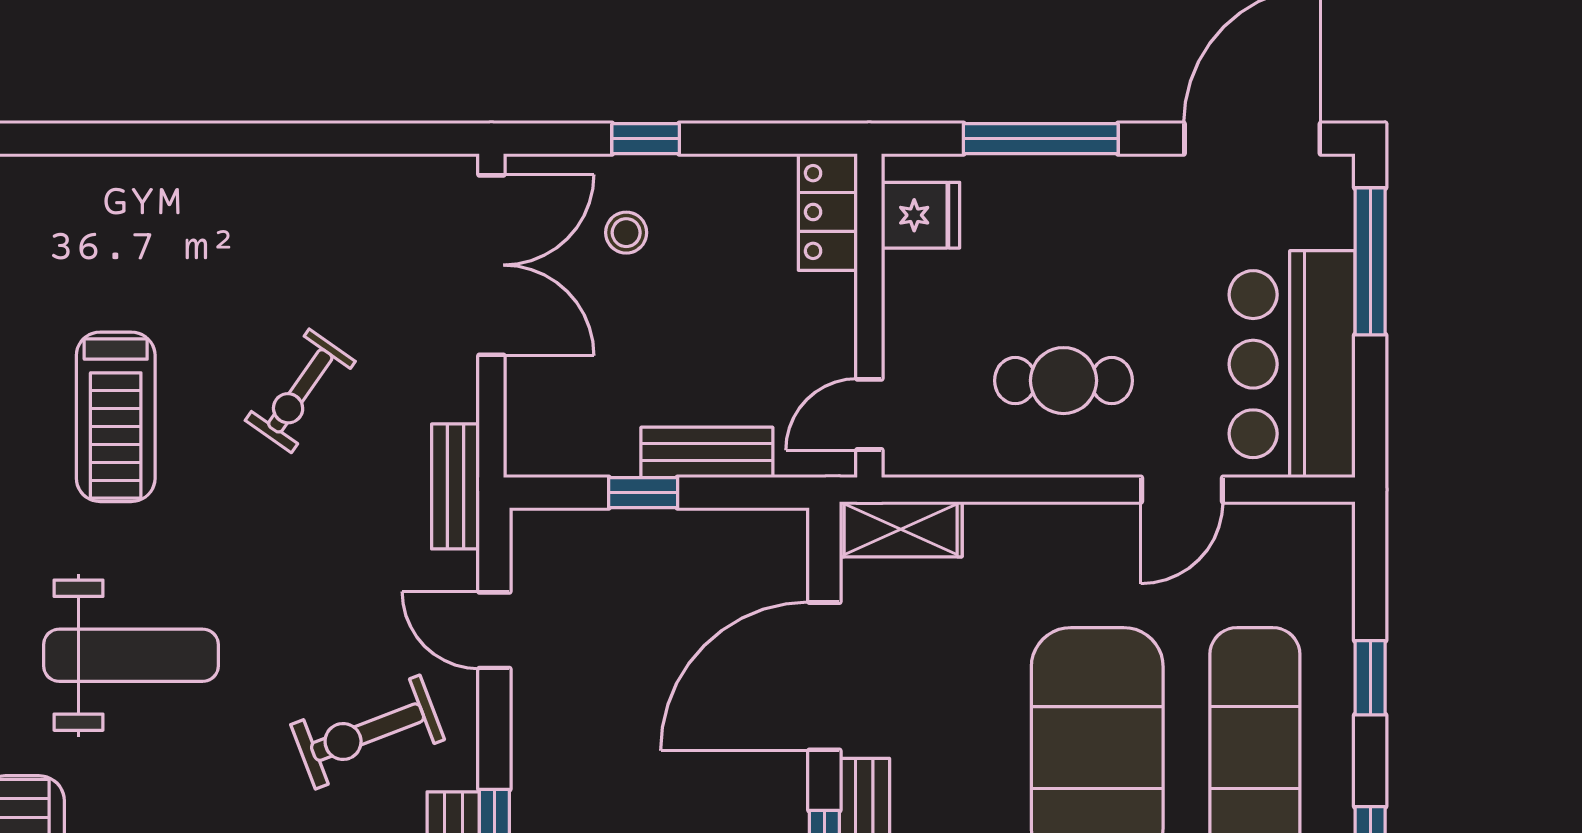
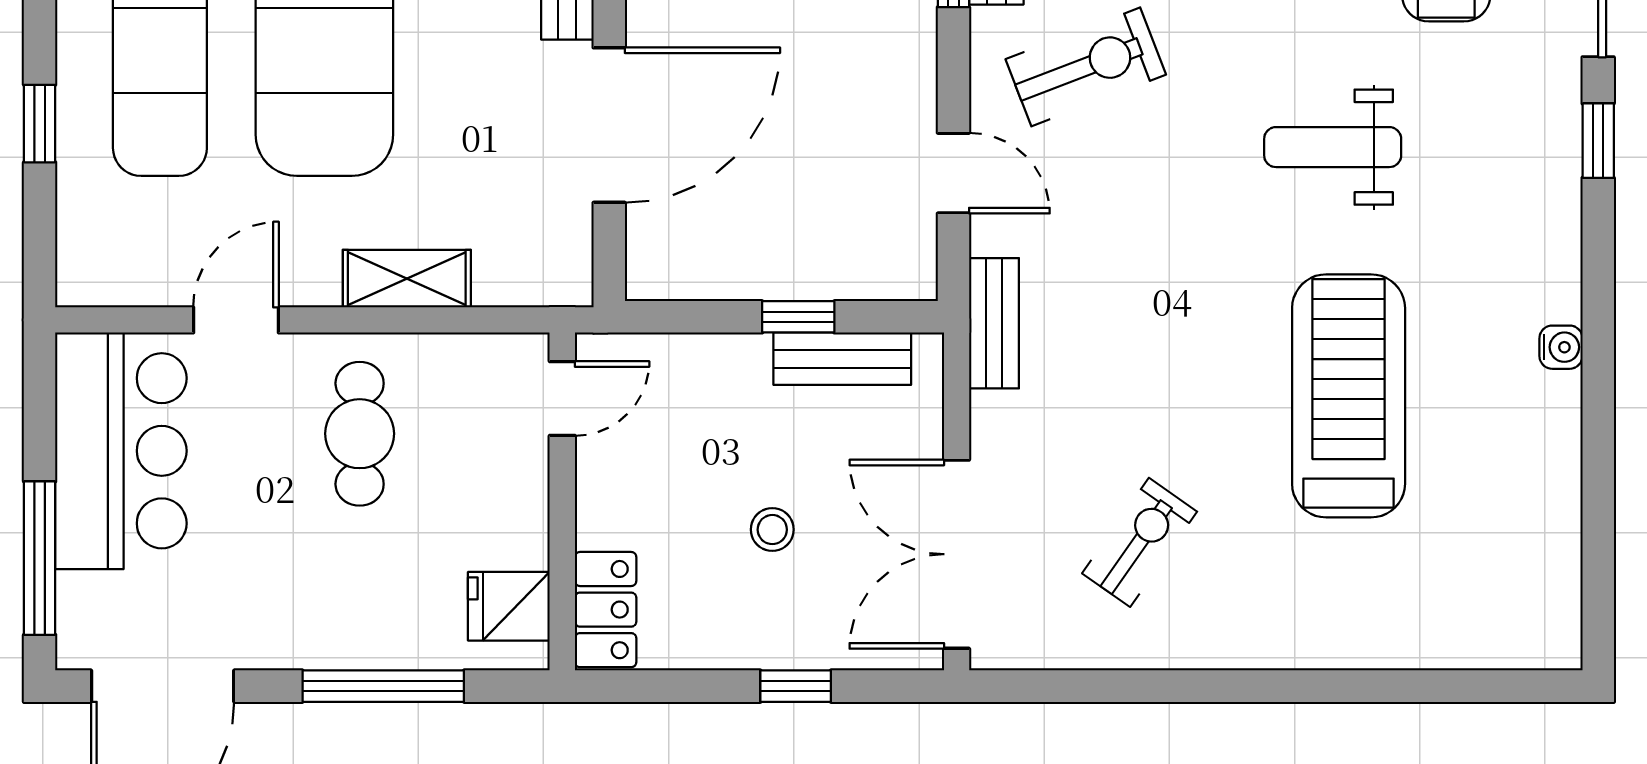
stool: (626, 233) -> (772, 530), moved
cafe table: (1063, 381) -> (360, 434), turned 90
exercise bike: (300, 391) -> (1140, 542), moved
treadmill: (116, 417) -> (1349, 396), width x1.37, depth x1.38
bench: (707, 452) -> (842, 359), moved
shelving: (901, 529) -> (407, 279), moved
weight bench: (131, 655) -> (1333, 147), width x0.73, depth x0.75

